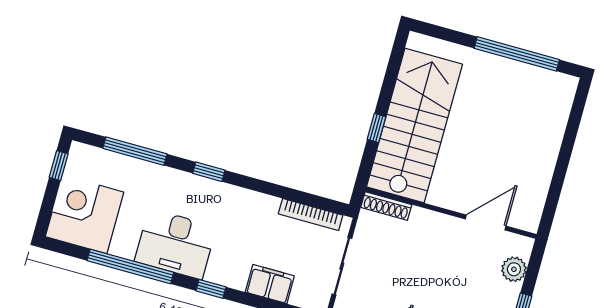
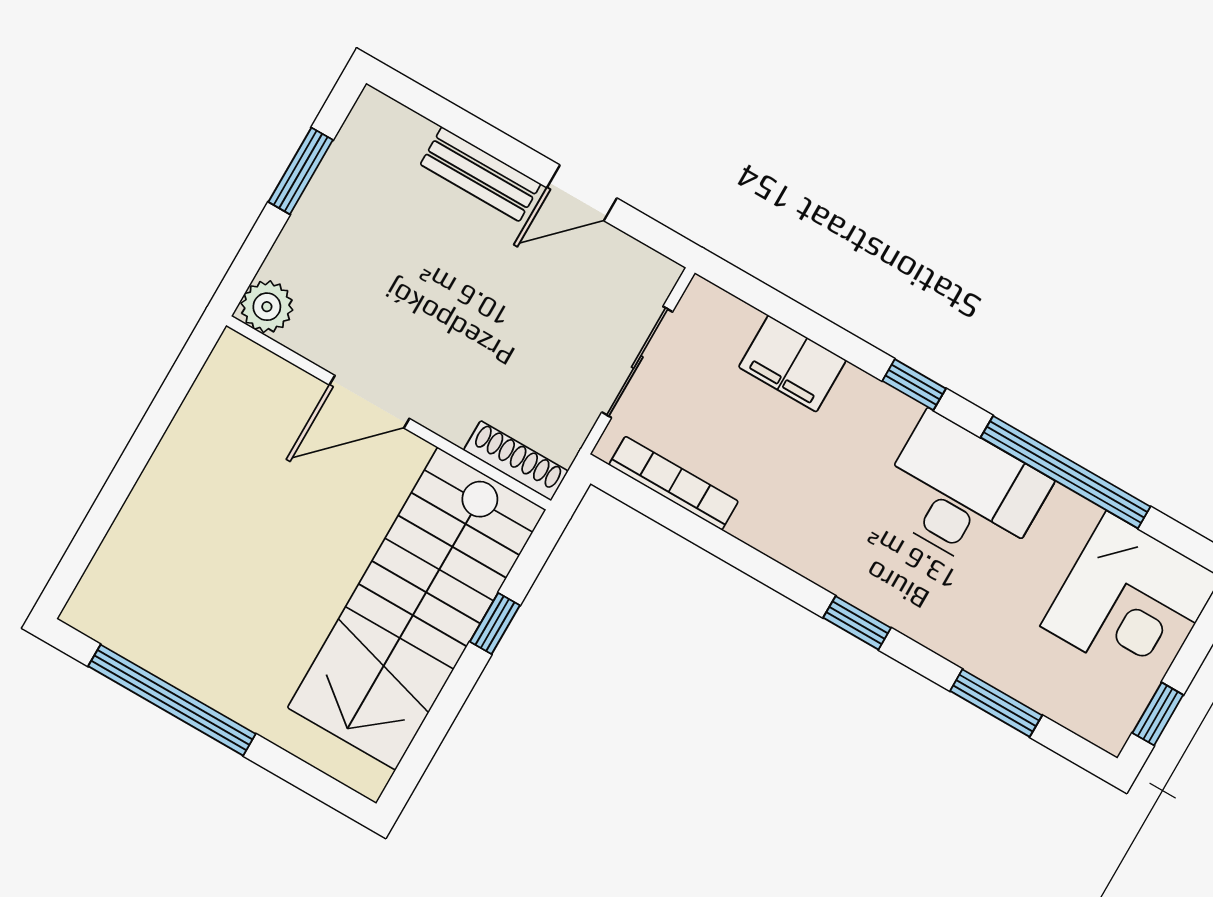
window: (135, 151) -> (996, 703), width x0.69
door: (486, 222) -> (369, 402), moved
plant: (514, 269) -> (267, 307), moved

